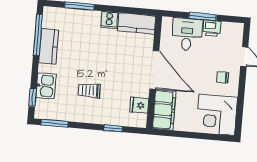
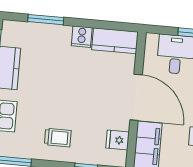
trolley: (89, 91) -> (58, 137), moved, turned 180

